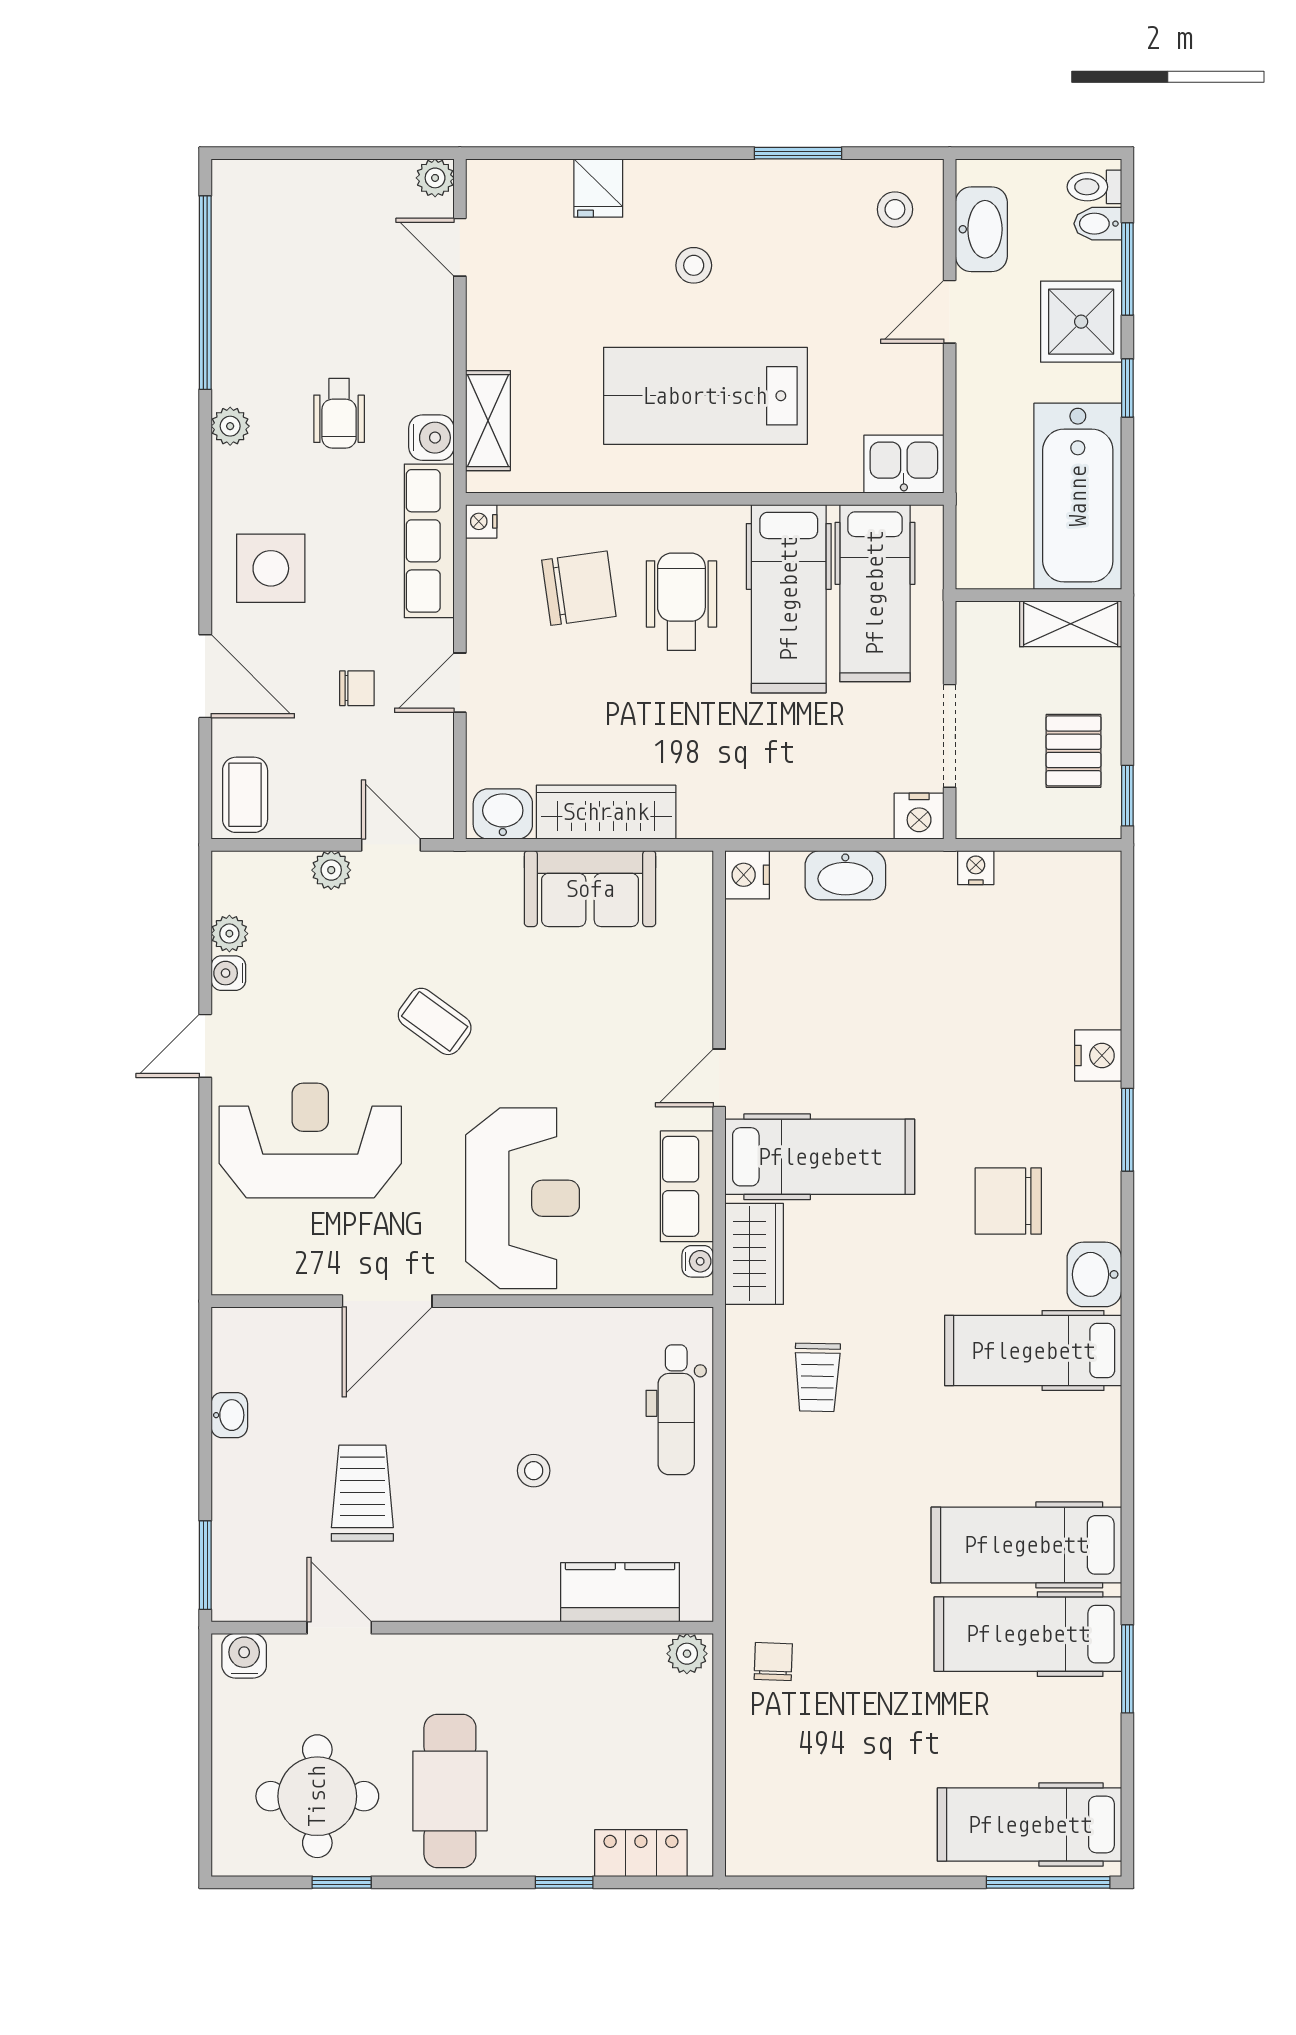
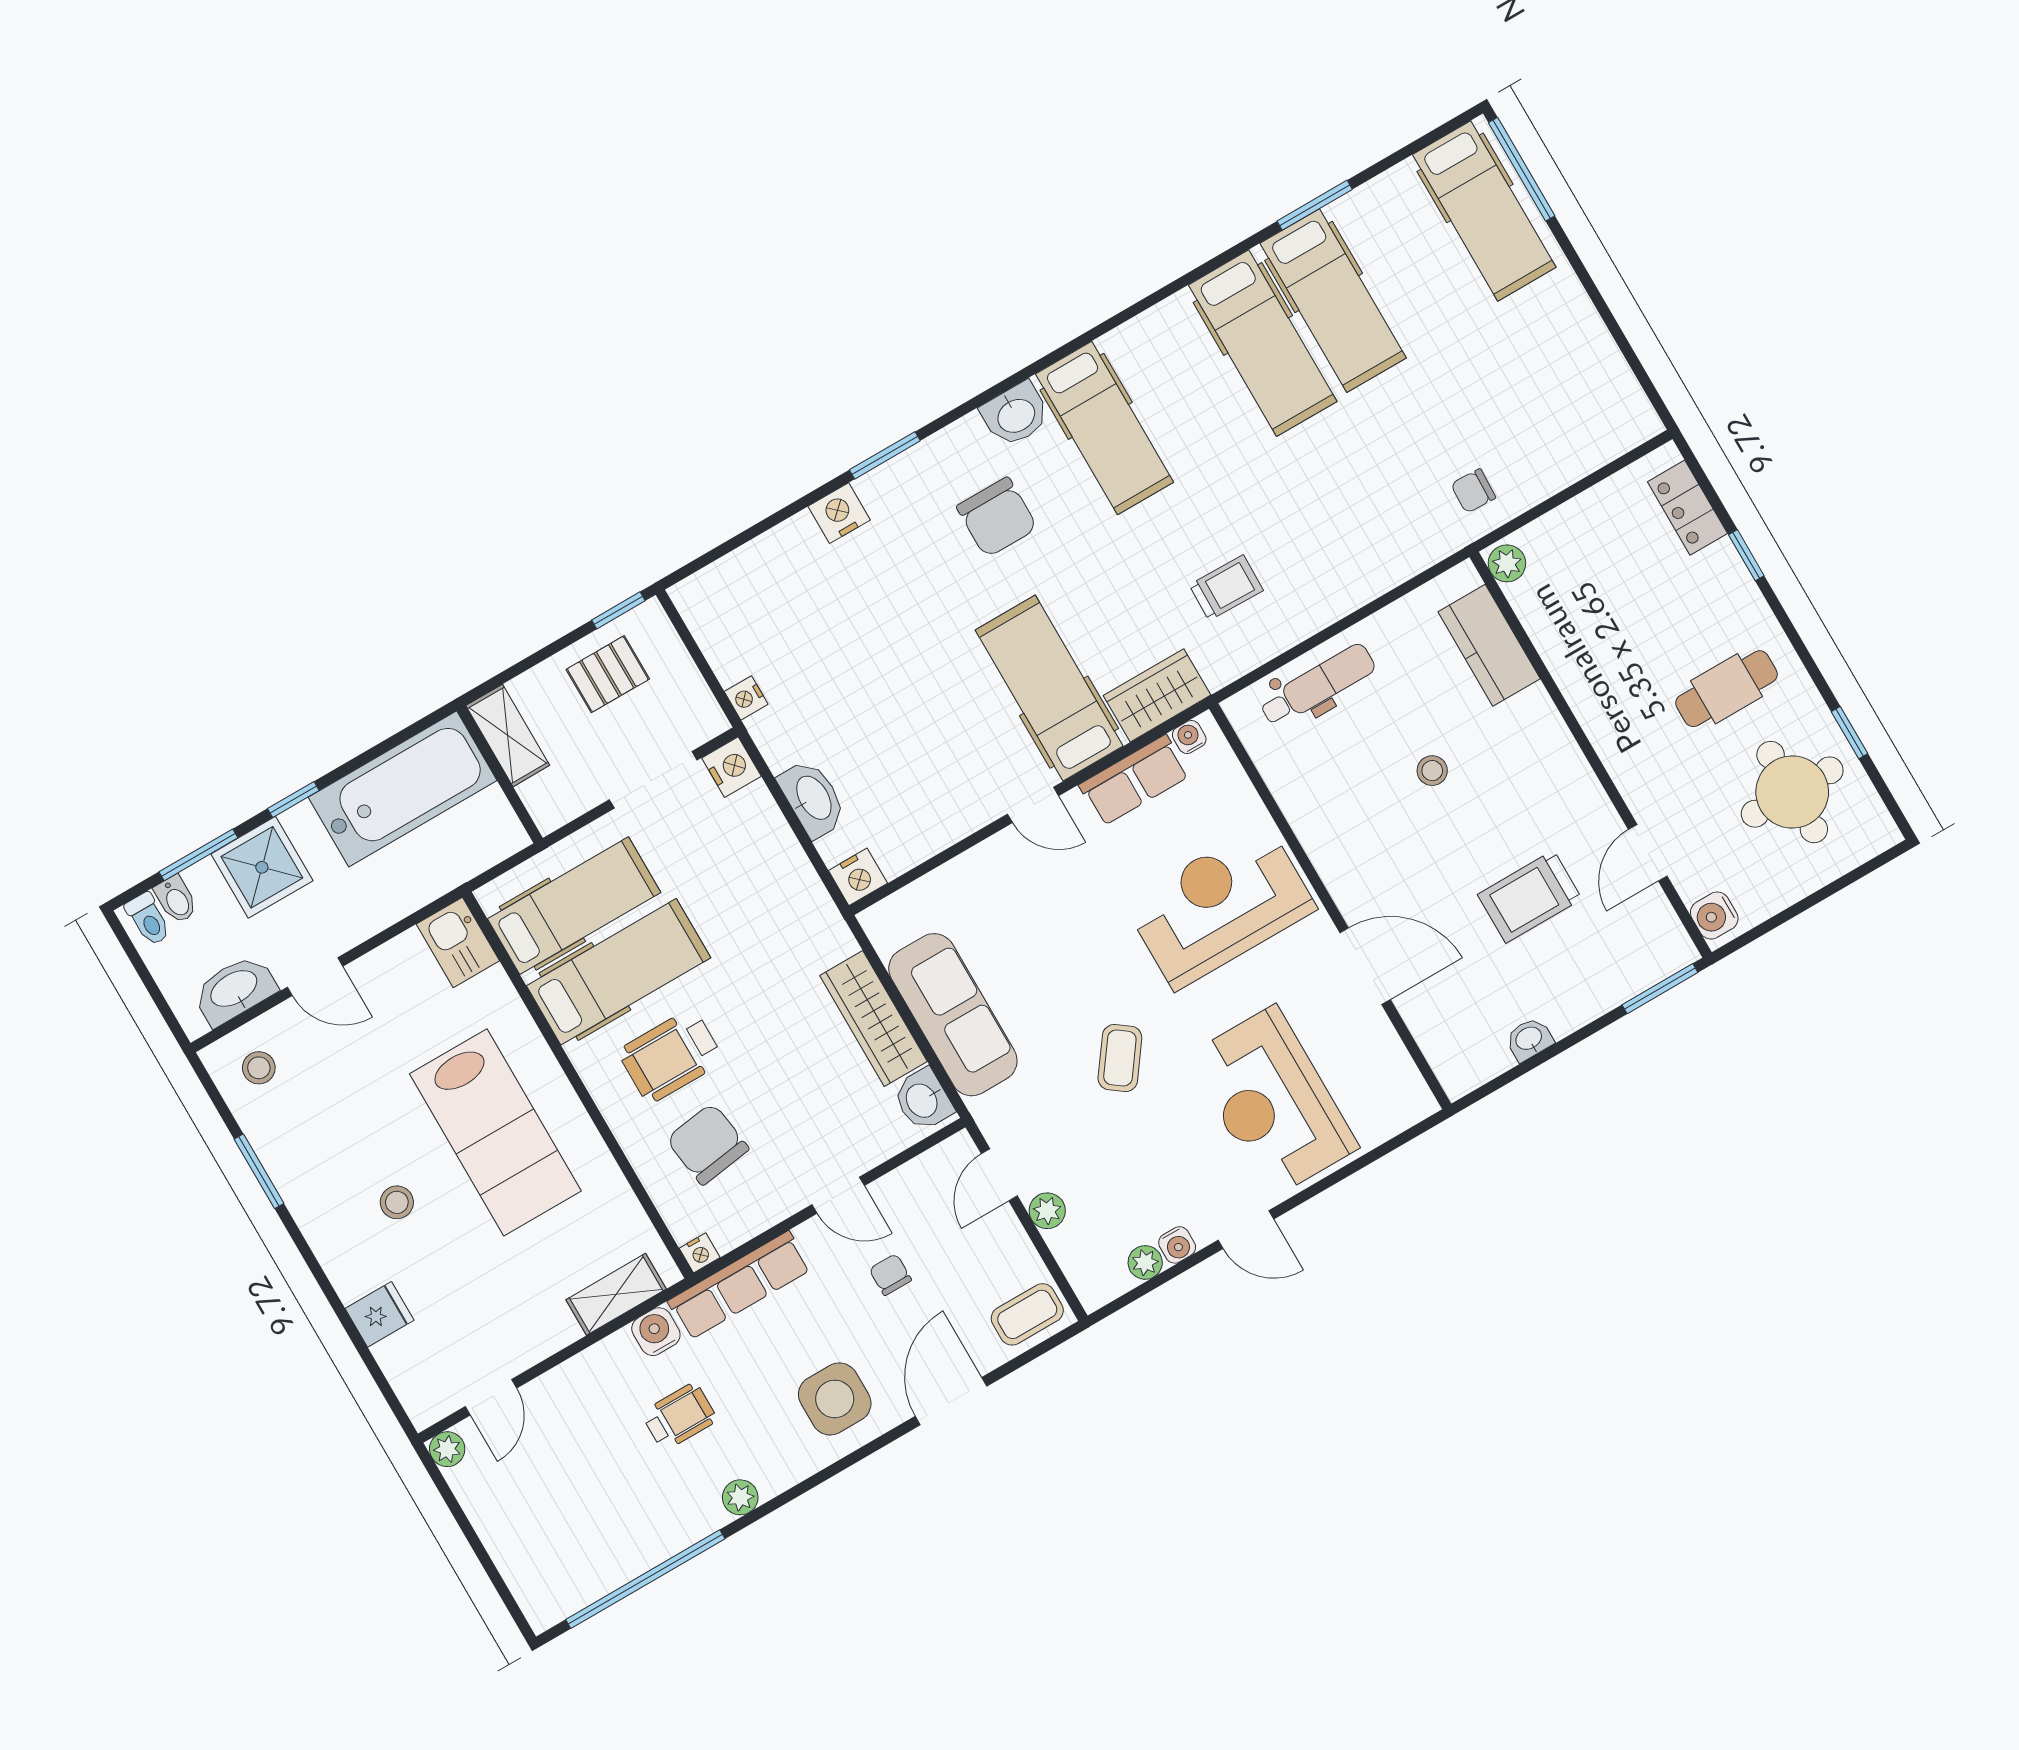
sofa: (590, 889) -> (953, 1015), width x1.36
cafe table: (450, 1791) -> (1727, 689), width x0.73, depth x0.74

